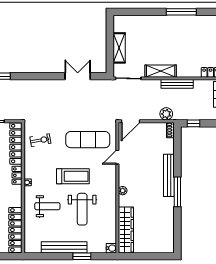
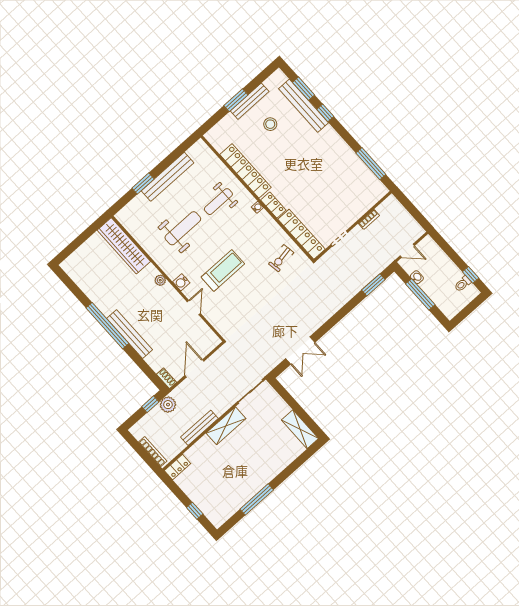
shelving: (119, 48) -> (300, 429), moved
plant: (166, 114) -> (168, 405), moved
door: (131, 121) -> (194, 368), moved
exercise mat: (88, 140) -> (237, 299), removed
treadmill: (73, 176) -> (223, 270), moved, turned 180
window: (177, 192) -> (107, 326), width x1.46
weight bench: (82, 209) -> (183, 228), turned 90
locker: (15, 230) -> (246, 171), moved
water cooler: (111, 248) -> (181, 282), moved

